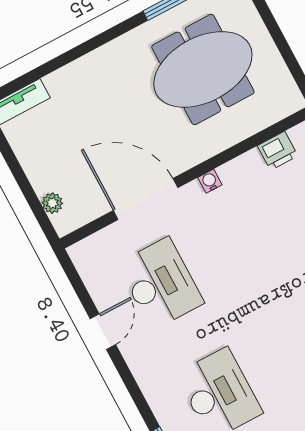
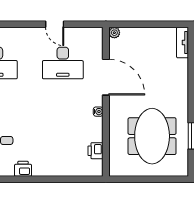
door: (146, 199) -> (106, 77), hinge flipped
plant: (52, 203) -> (114, 33), moved

